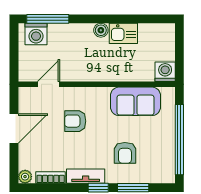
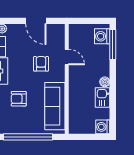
washing machine: (165, 72) -> (103, 127), moved, turned 180
door: (48, 84) -> (67, 57), moved
sofa: (135, 101) -> (55, 106), width x1.36

